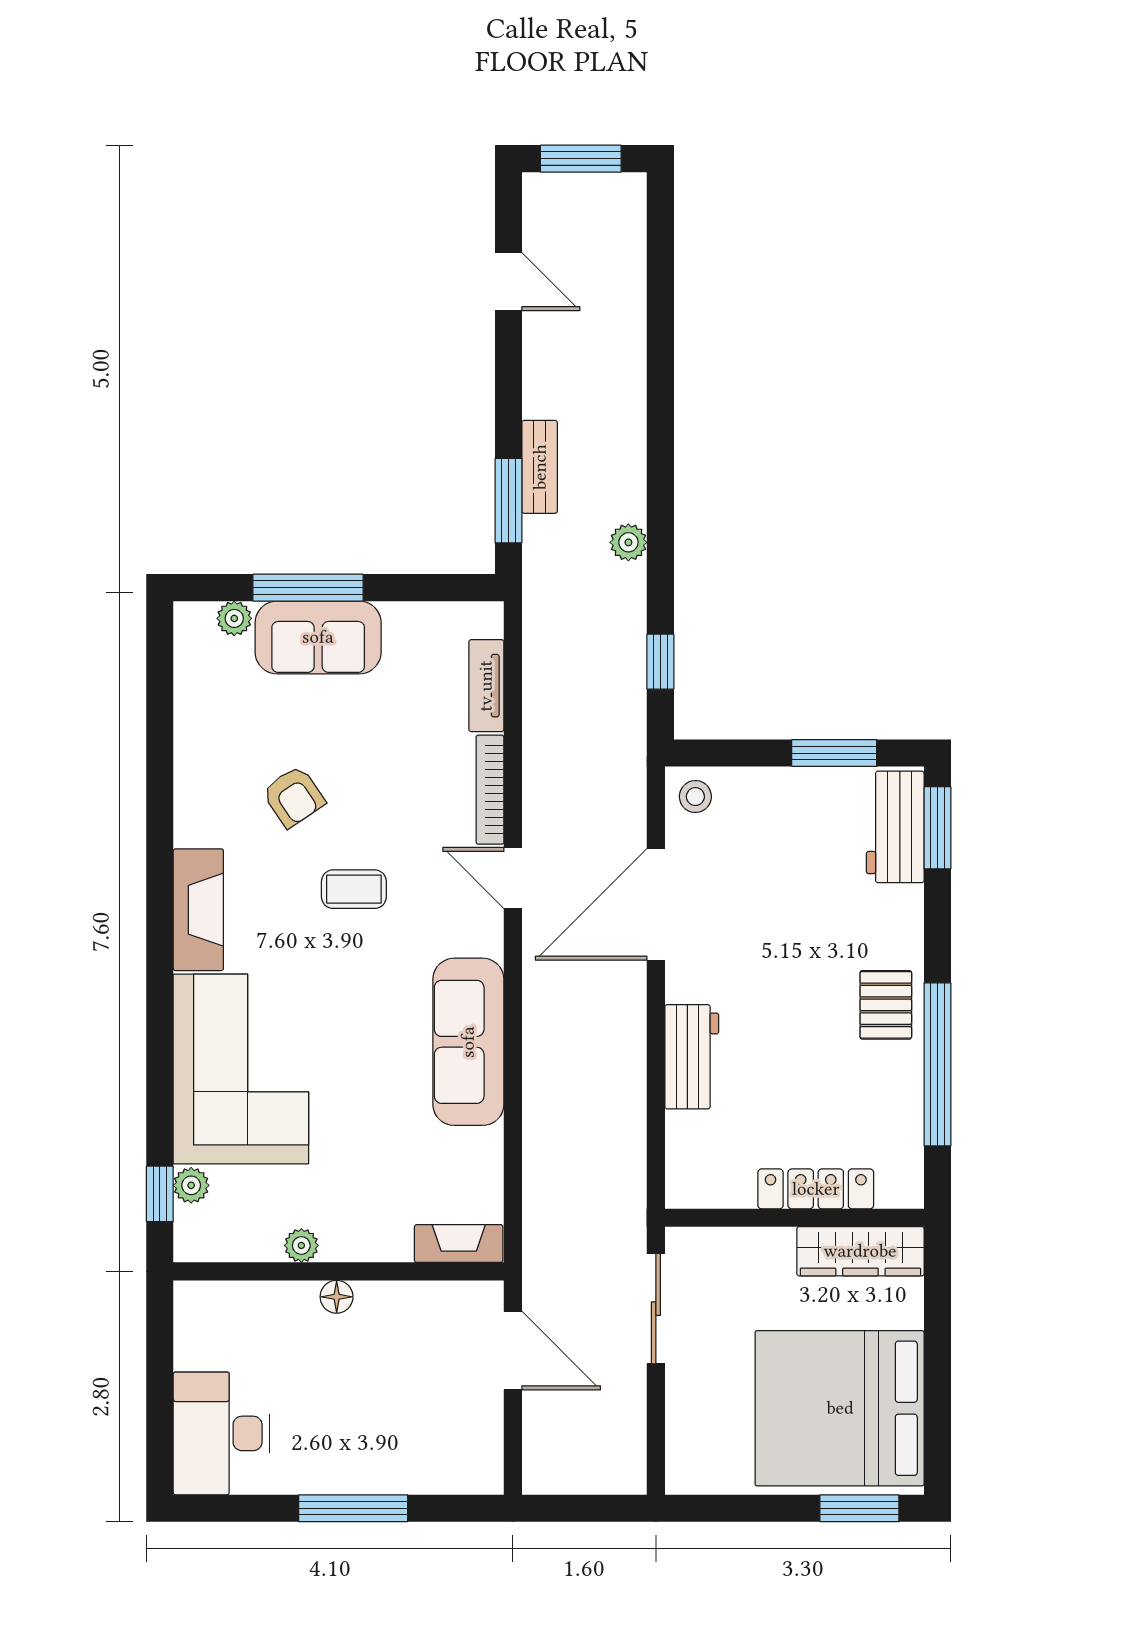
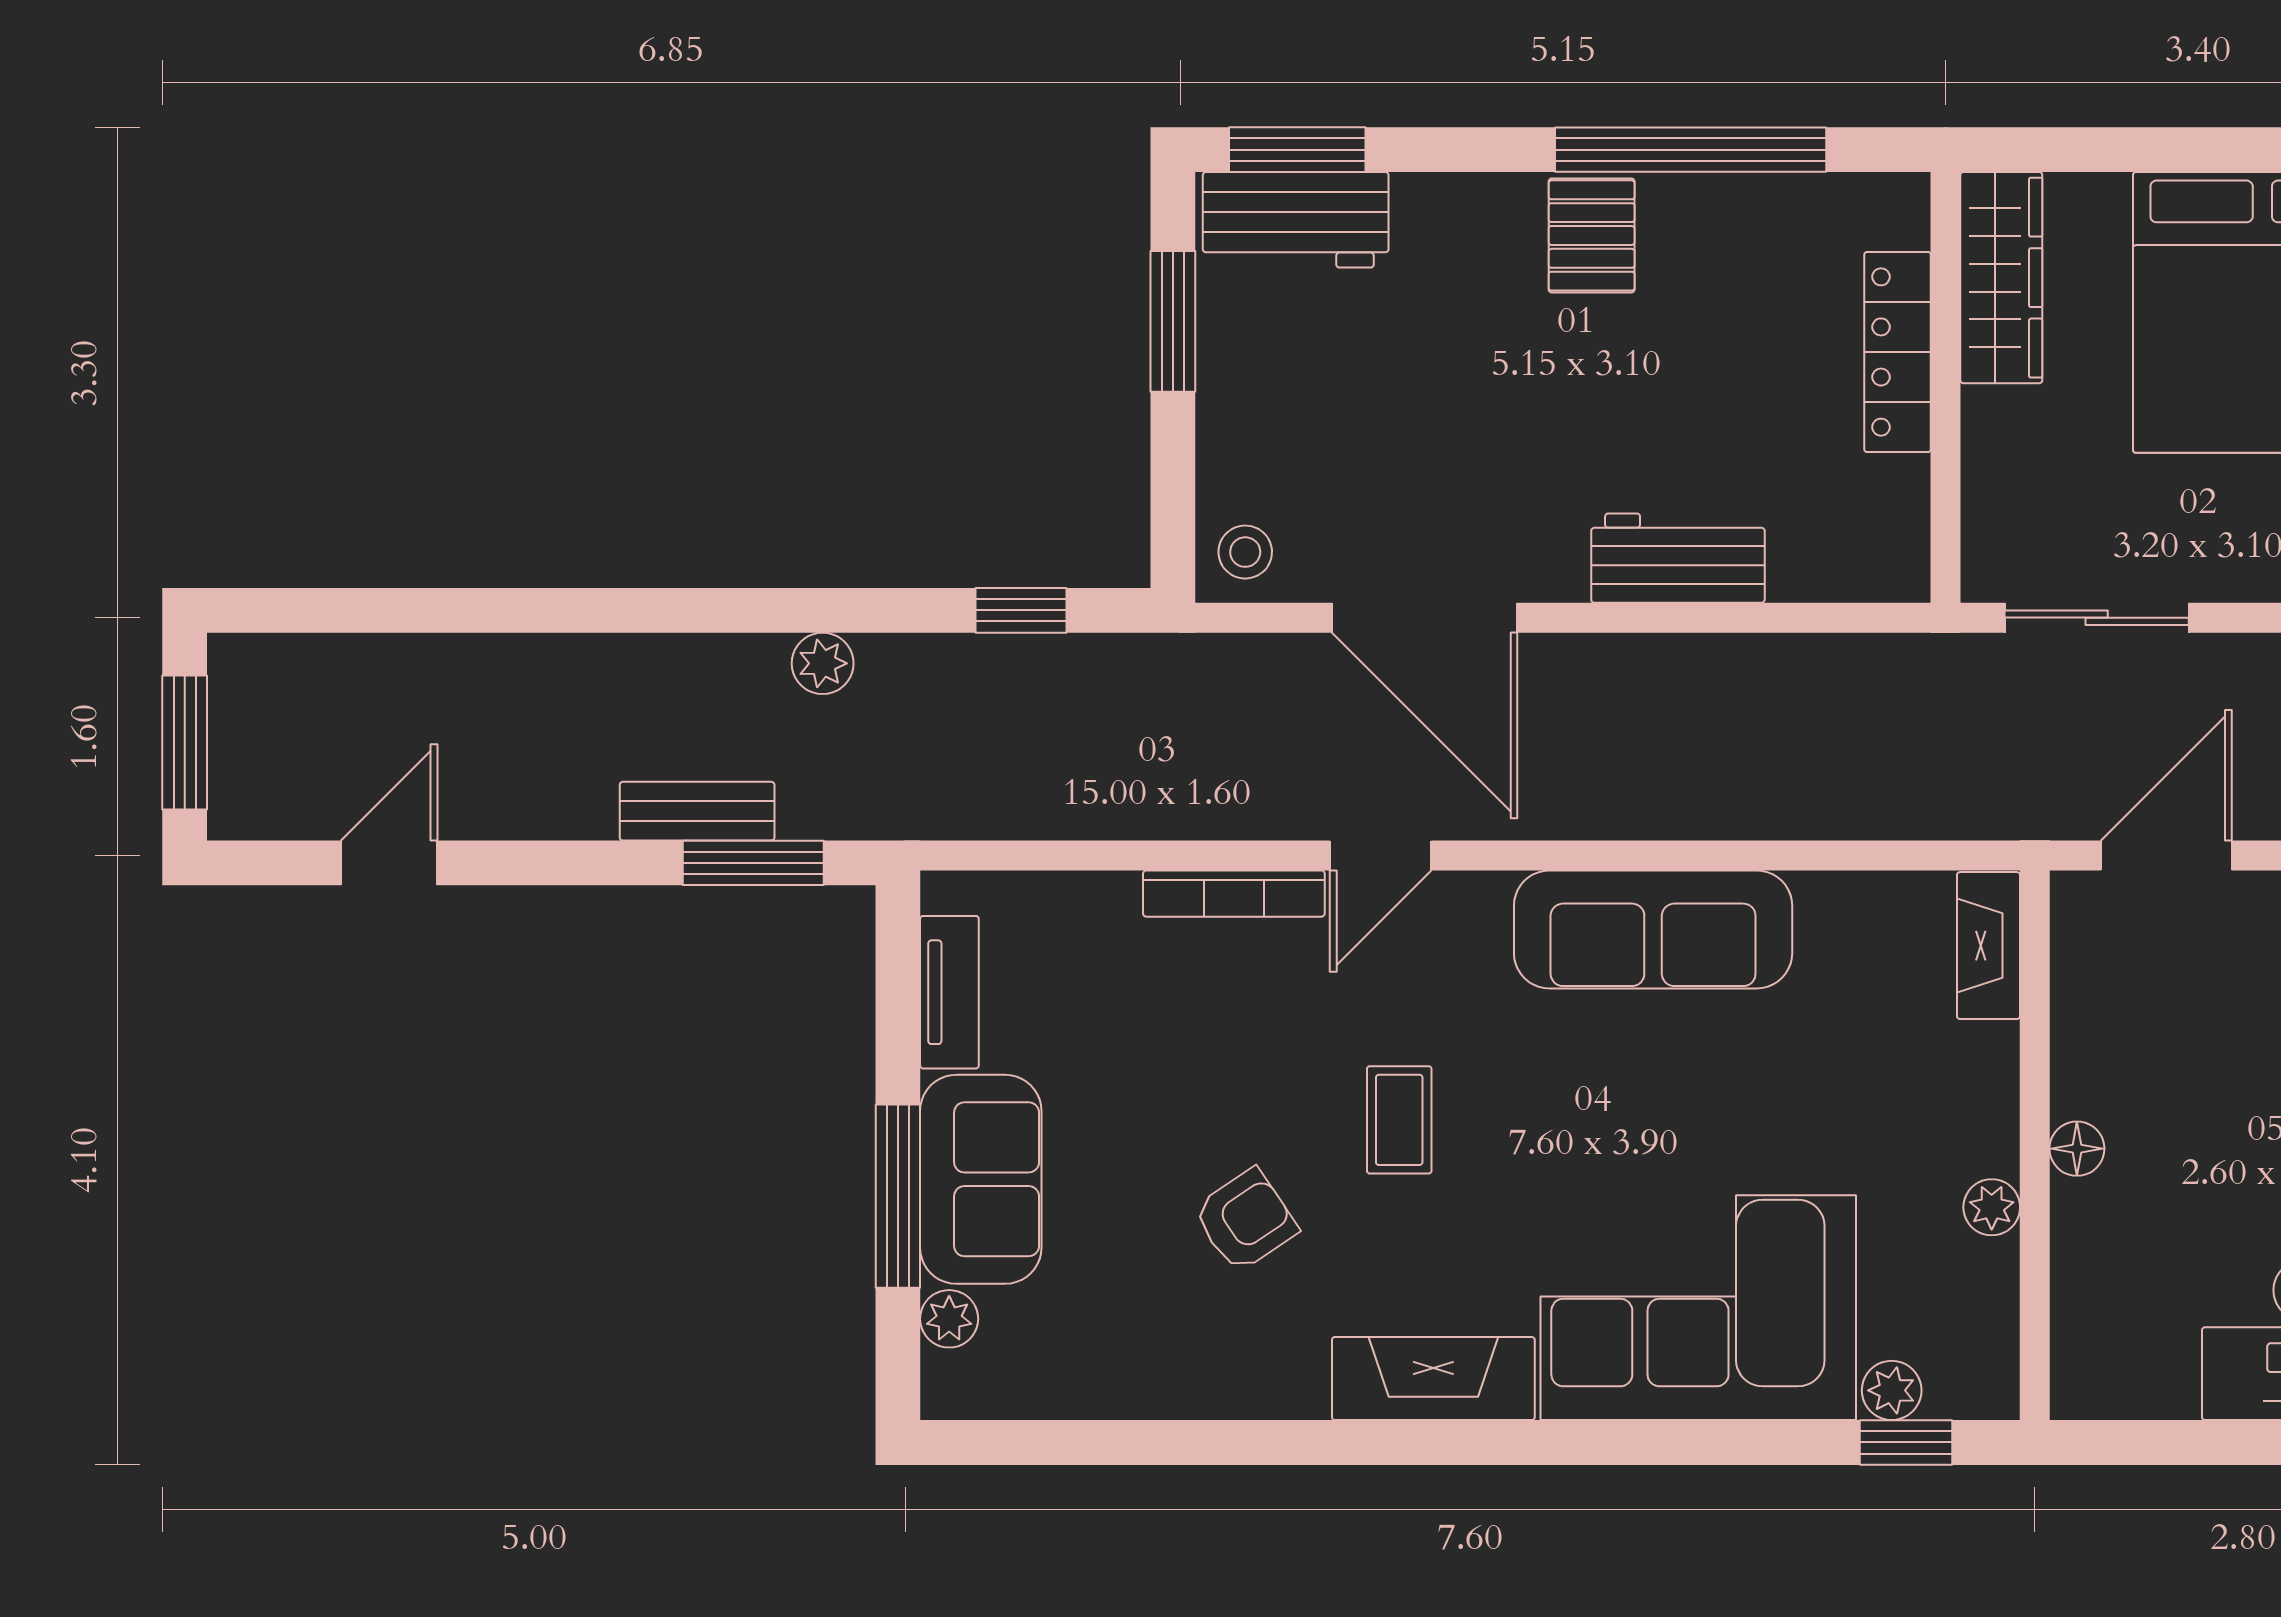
tv unit: (486, 686) -> (949, 992), moved, turned -90
pallet: (886, 1005) -> (1592, 235), turned 90

